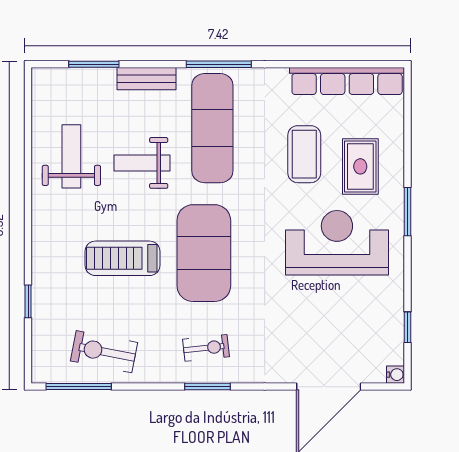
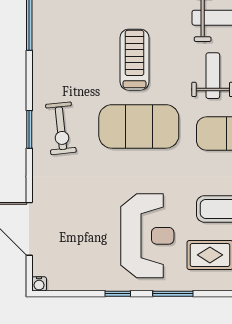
window: (407, 327) -> (118, 294), moved
exercise bike: (206, 348) -> (61, 128), width x1.38, depth x1.39
exercise bike: (104, 352) -> (58, 45), removed

